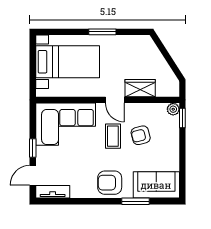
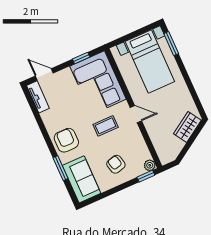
window: (102, 32) -> (171, 44), moved
wardrobe: (140, 88) -> (187, 127), moved, turned -123
door: (115, 100) -> (136, 114), swing flipped
armchair: (141, 135) -> (116, 164), moved
window: (33, 148) -> (81, 58), moved

